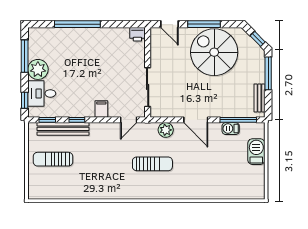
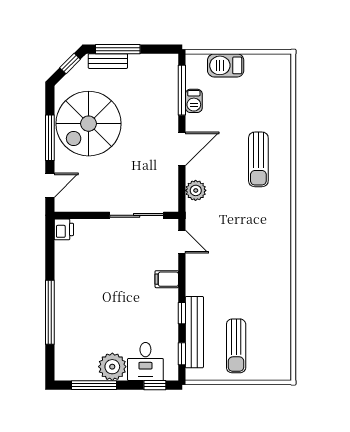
bench: (259, 98) -> (108, 61), moved
sun lounger: (152, 164) -> (258, 159), moved, turned 180

